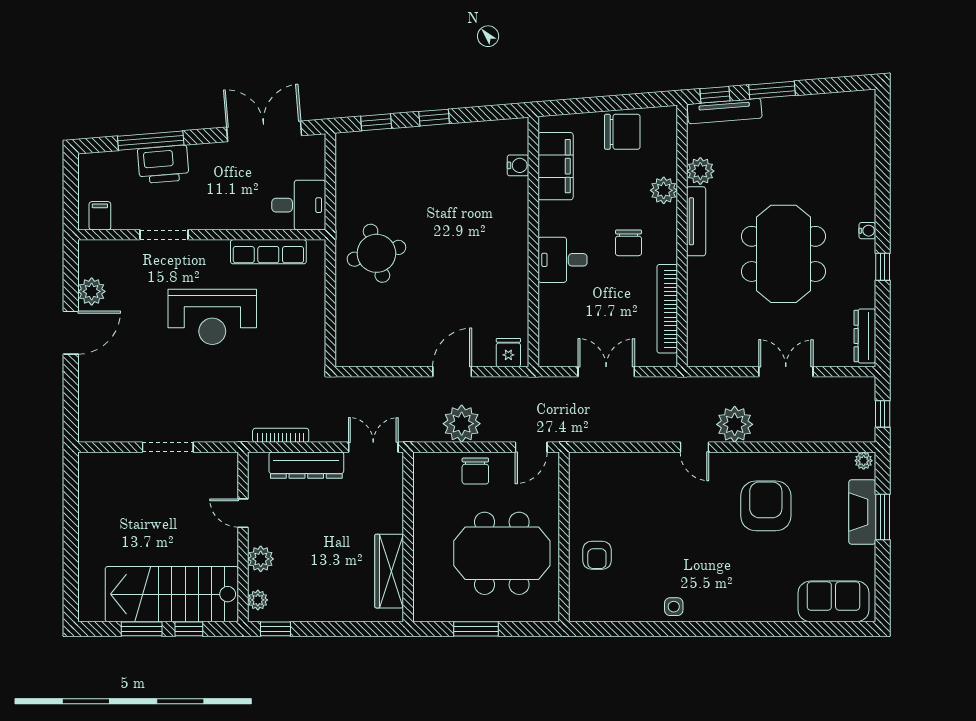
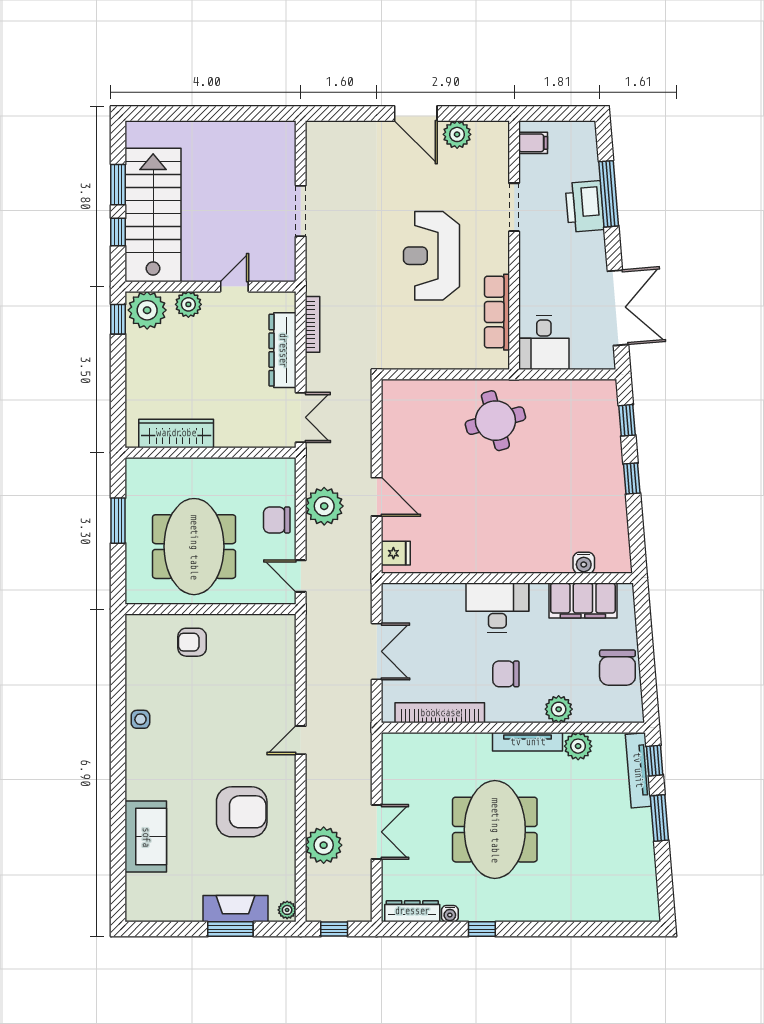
water cooler: (867, 231) -> (450, 914), moved
meeting table: (783, 254) -> (495, 830), turned 90
desk: (563, 260) -> (497, 608), width x1.37
plant: (735, 424) -> (324, 845), moved
plant: (258, 600) -> (147, 310), width x1.88, depth x1.88
sofa: (833, 601) -> (146, 837), moved

